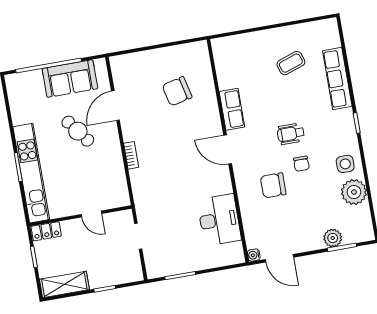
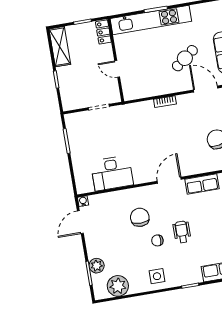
plant: (354, 192) -> (118, 286), moved
door: (91, 214) -> (117, 69), hinge flipped

